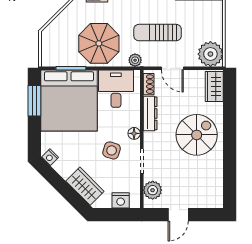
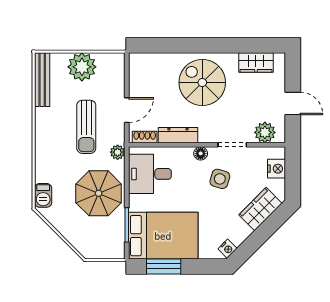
plant: (210, 54) -> (82, 67), moved
wardrobe: (214, 86) -> (256, 63), moved
bed: (69, 101) -> (163, 236), width x0.73

